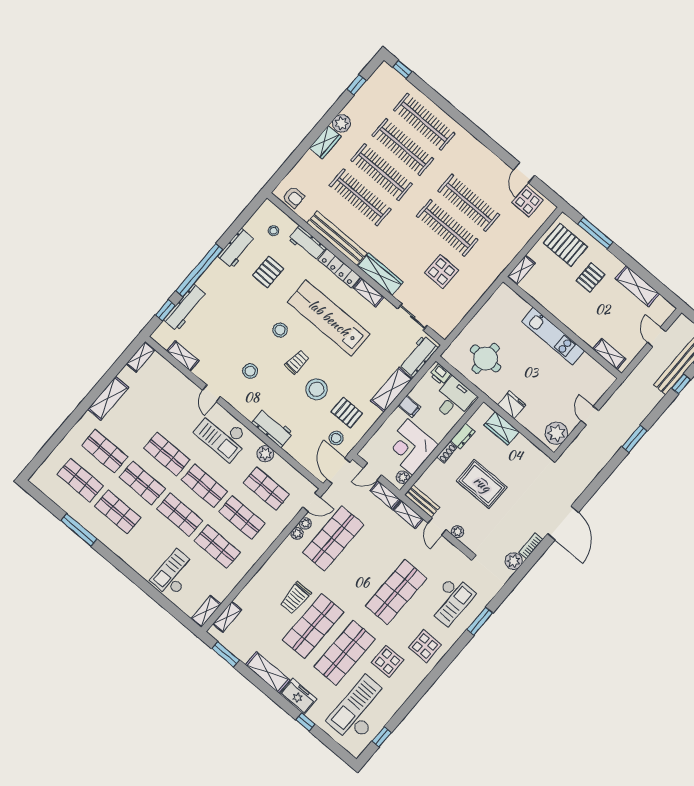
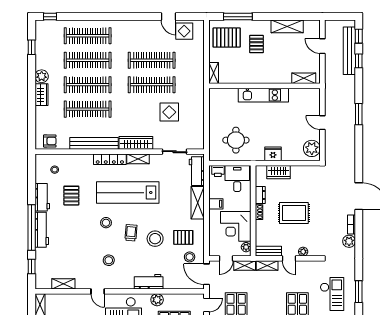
workbench: (307, 243) -> (80, 161), removed
workbench: (185, 308) -> (42, 230), moved

